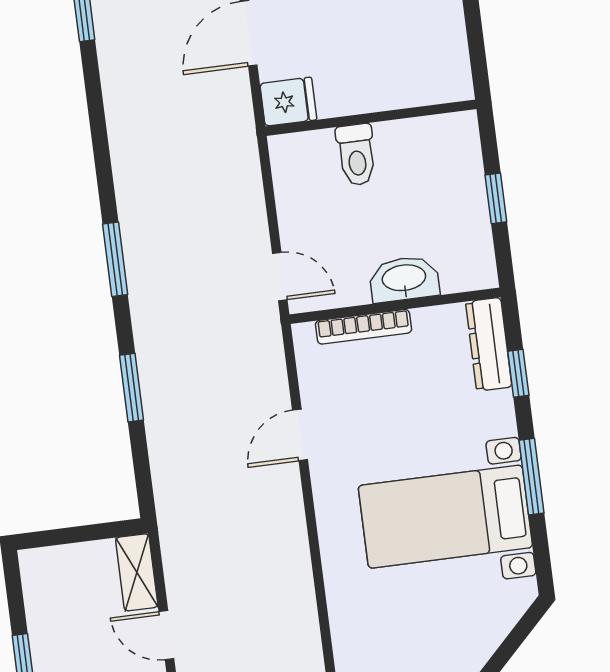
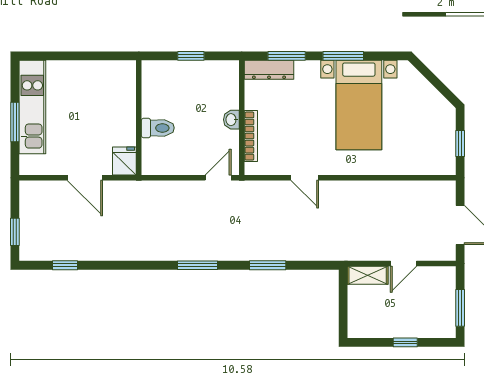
washbasin: (404, 279) -> (231, 120), width x0.52, depth x0.69
window: (518, 373) -> (287, 56), width x1.50

